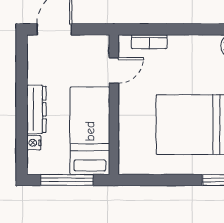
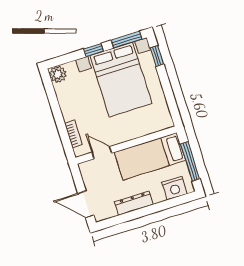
dresser: (36, 109) -> (134, 203), moved
nightstand: (34, 143) -> (174, 188), width x1.89, depth x1.79

